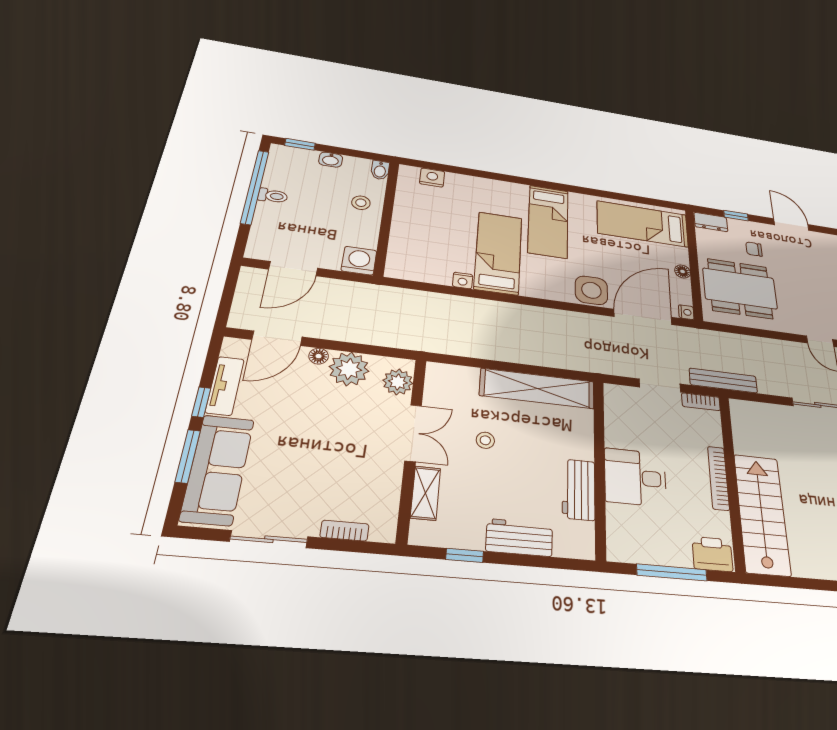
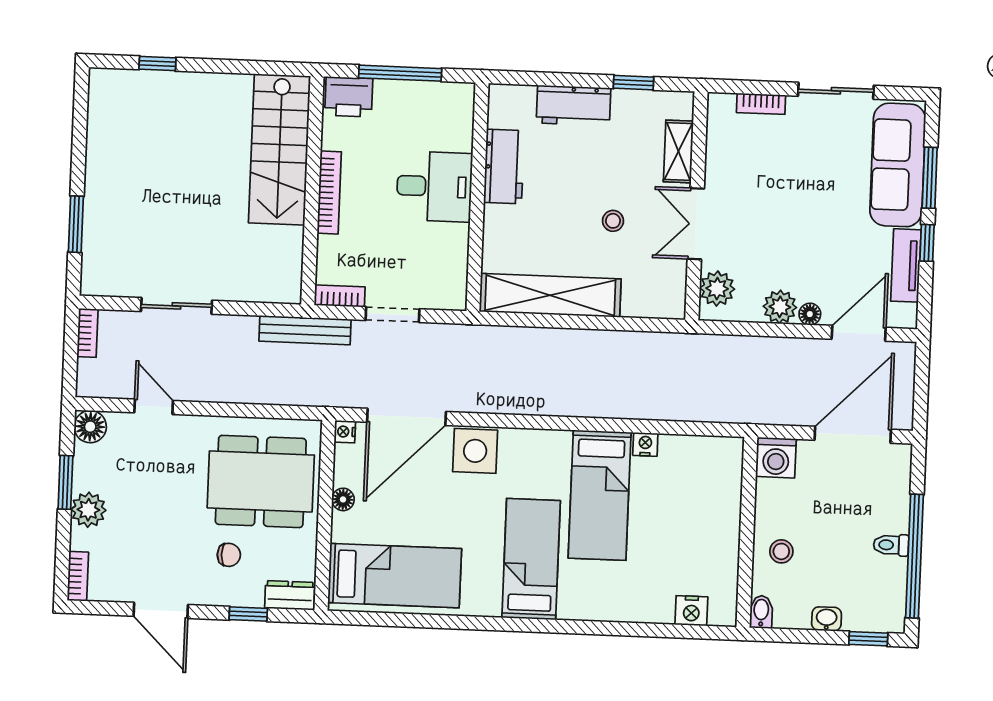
door: (293, 269) -> (853, 435), width x1.36
plant: (349, 369) -> (780, 307), width x0.73, depth x0.73

